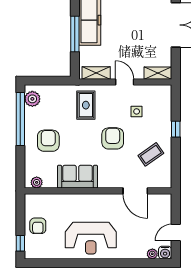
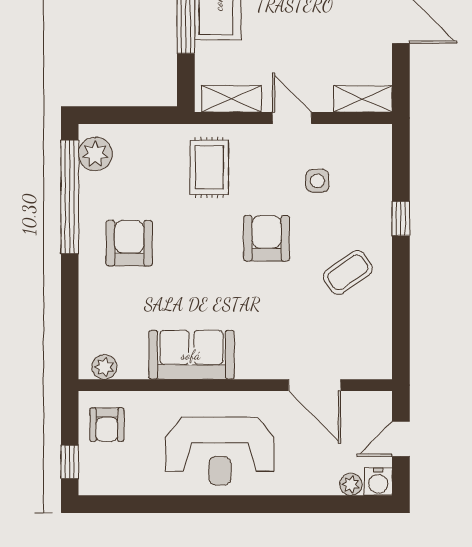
sofa: (77, 177) -> (191, 355), moved
plant: (37, 182) -> (104, 367), moved
wall: (98, 191) -> (235, 385), moved
door: (135, 191) -> (315, 385), moved

